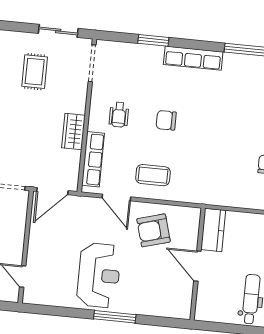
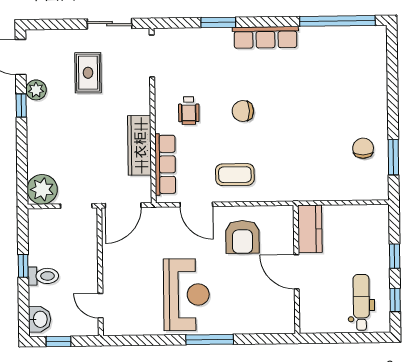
wardrobe: (73, 132) -> (140, 145), width x1.50
armchair: (153, 230) -> (242, 237), turned -74

